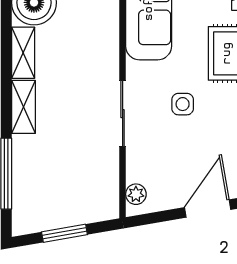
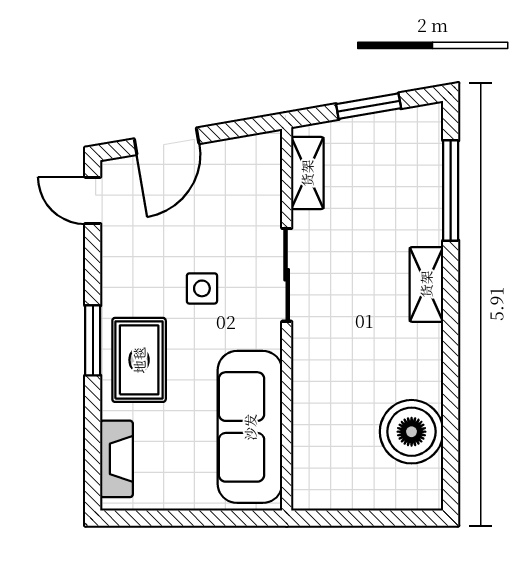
shelving: (23, 53) -> (307, 173), moved
plant: (136, 194) -> (268, 161), removed

